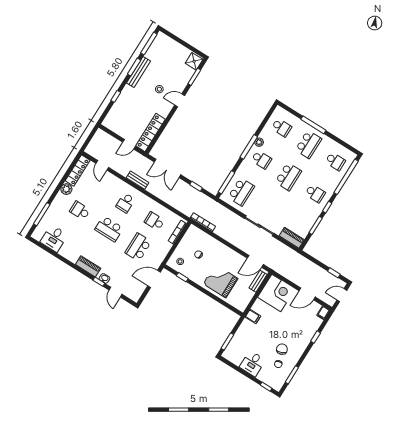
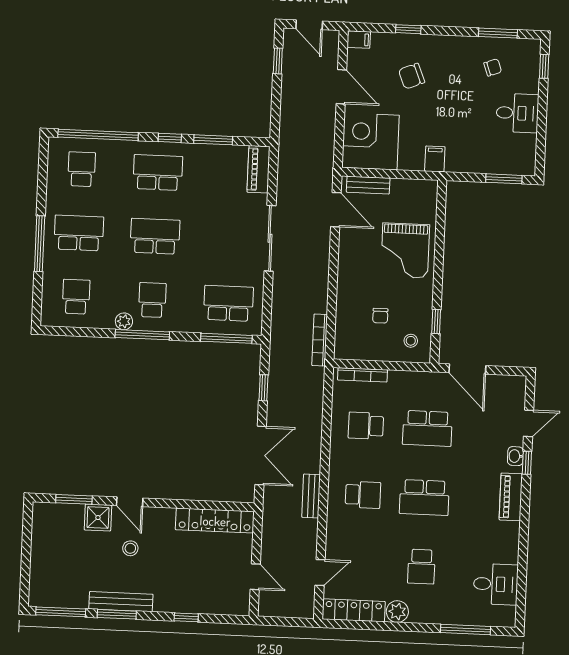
shower: (194, 61) -> (98, 518), moved
door: (129, 144) -> (255, 577), moved
school desk: (315, 193) -> (158, 173), width x1.85
school desk: (154, 221) -> (366, 426), turned 90
school desk: (109, 229) -> (424, 497), turned 90
chair: (282, 349) -> (412, 76), moved

